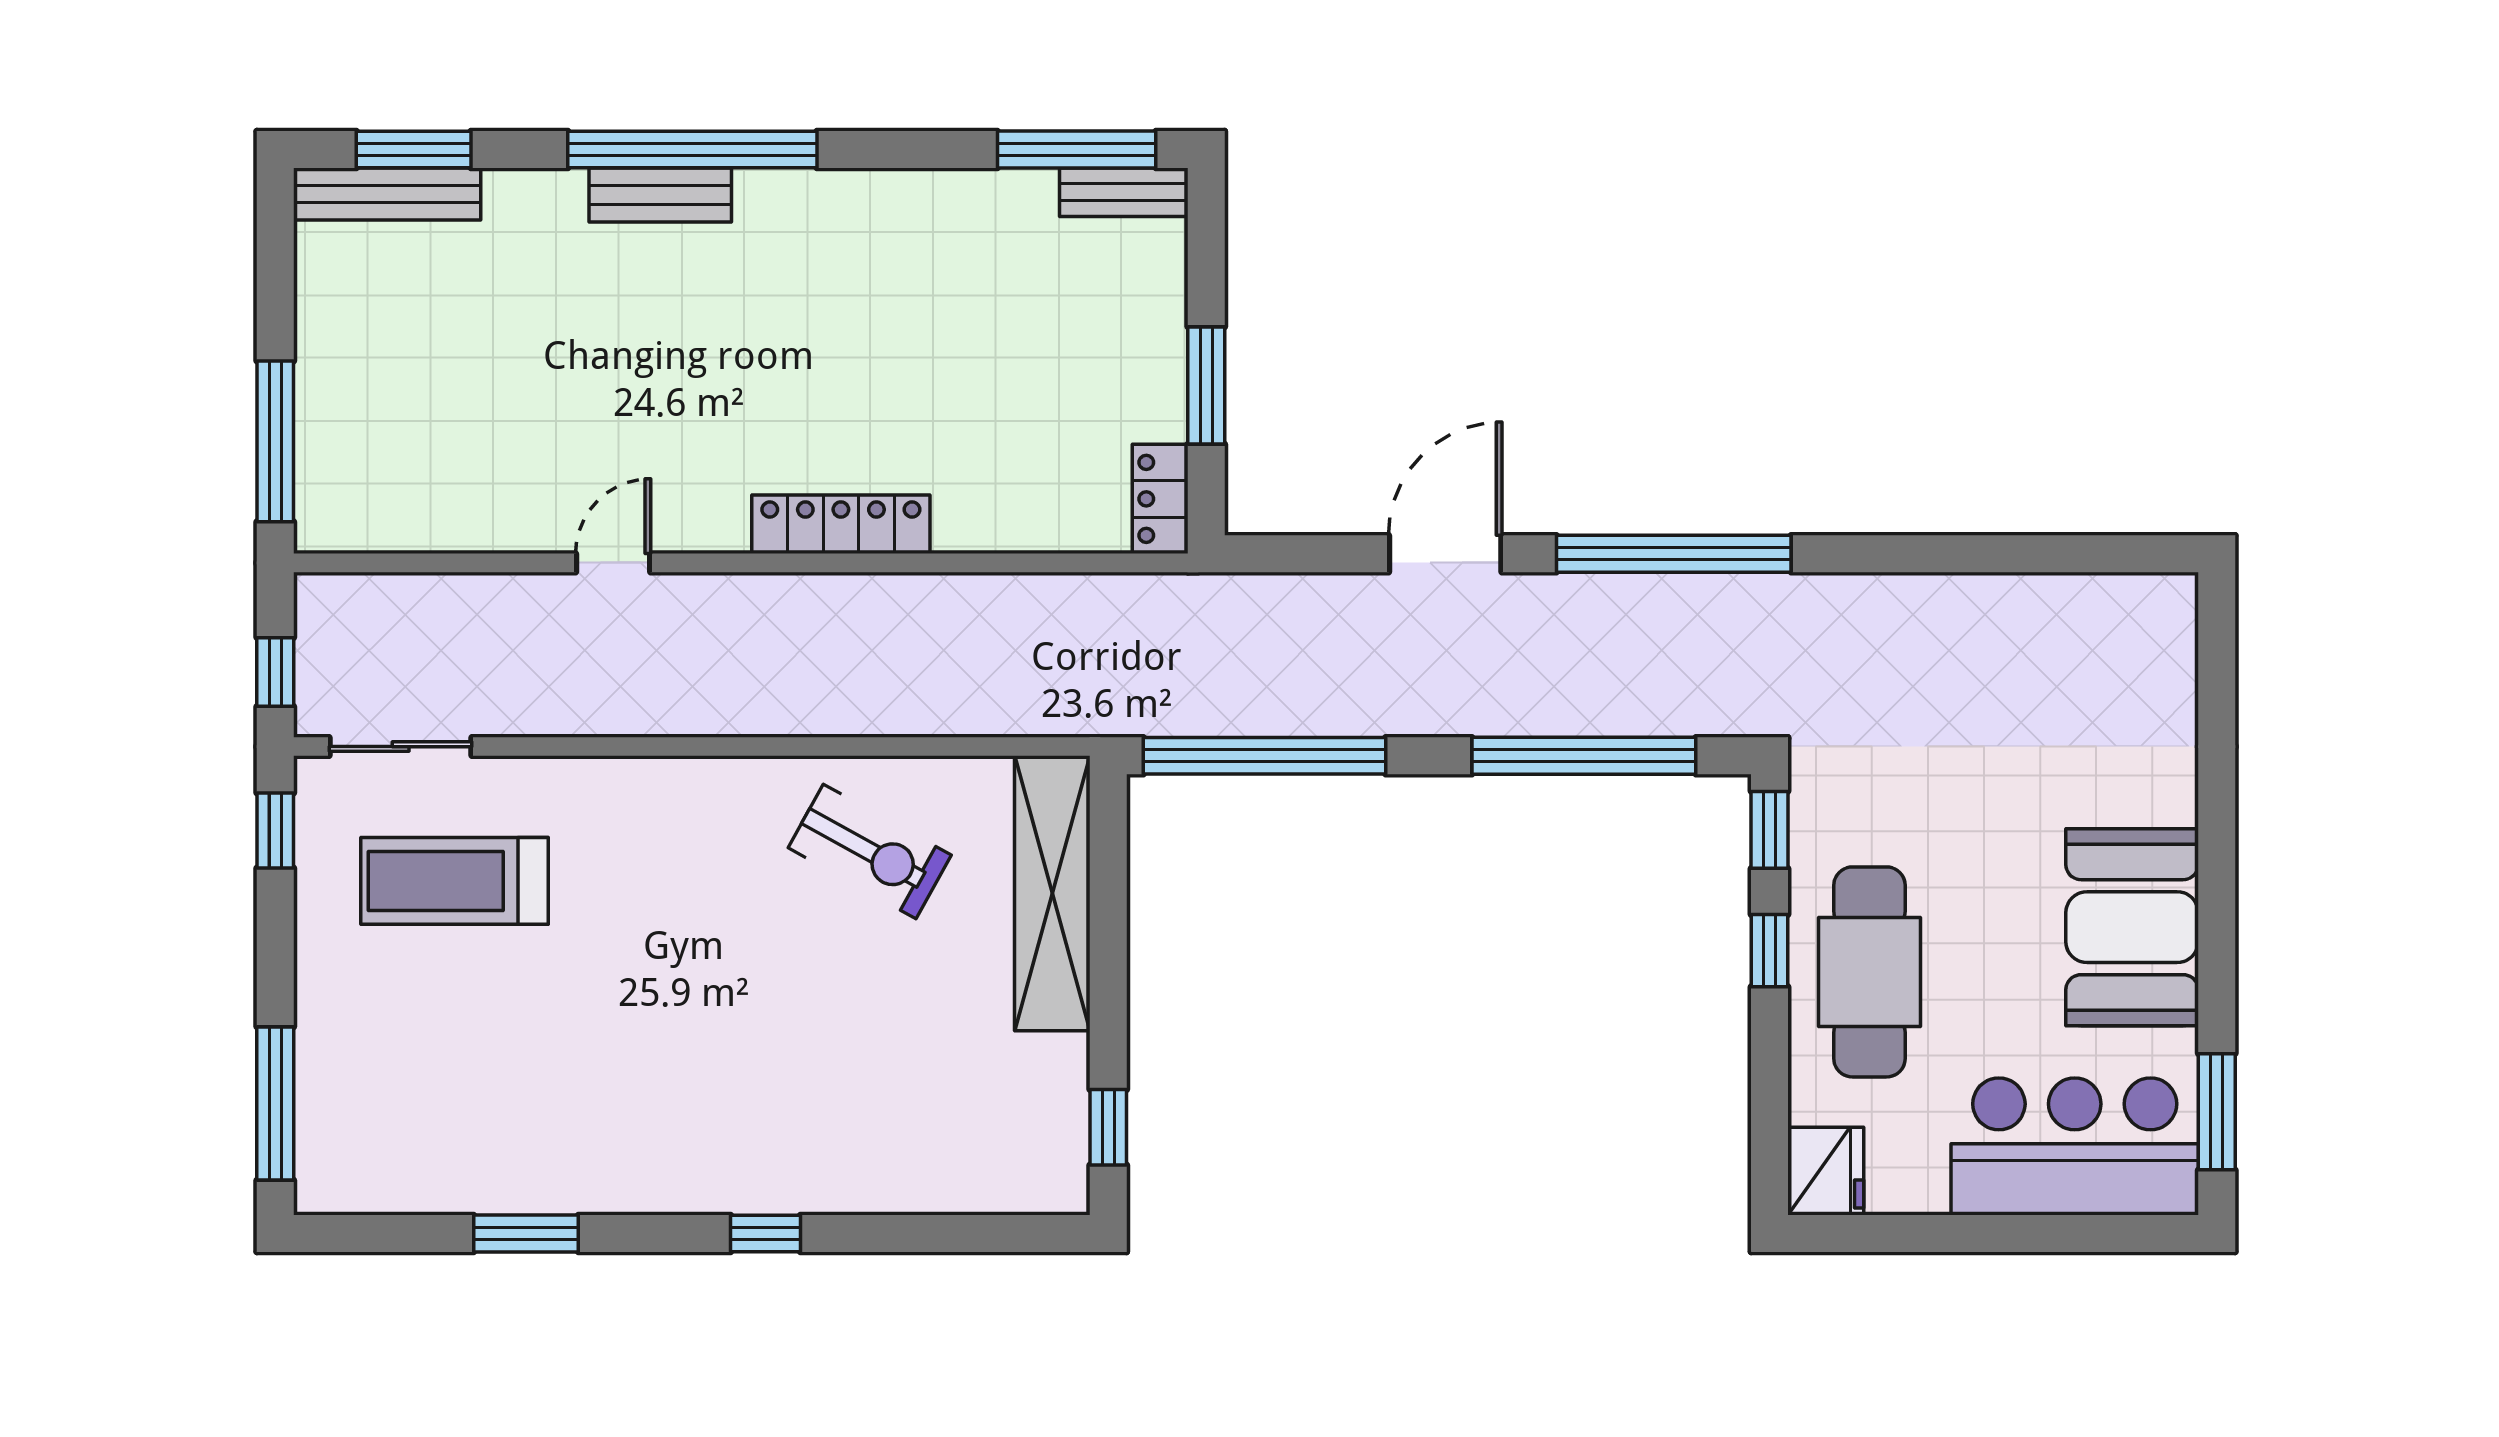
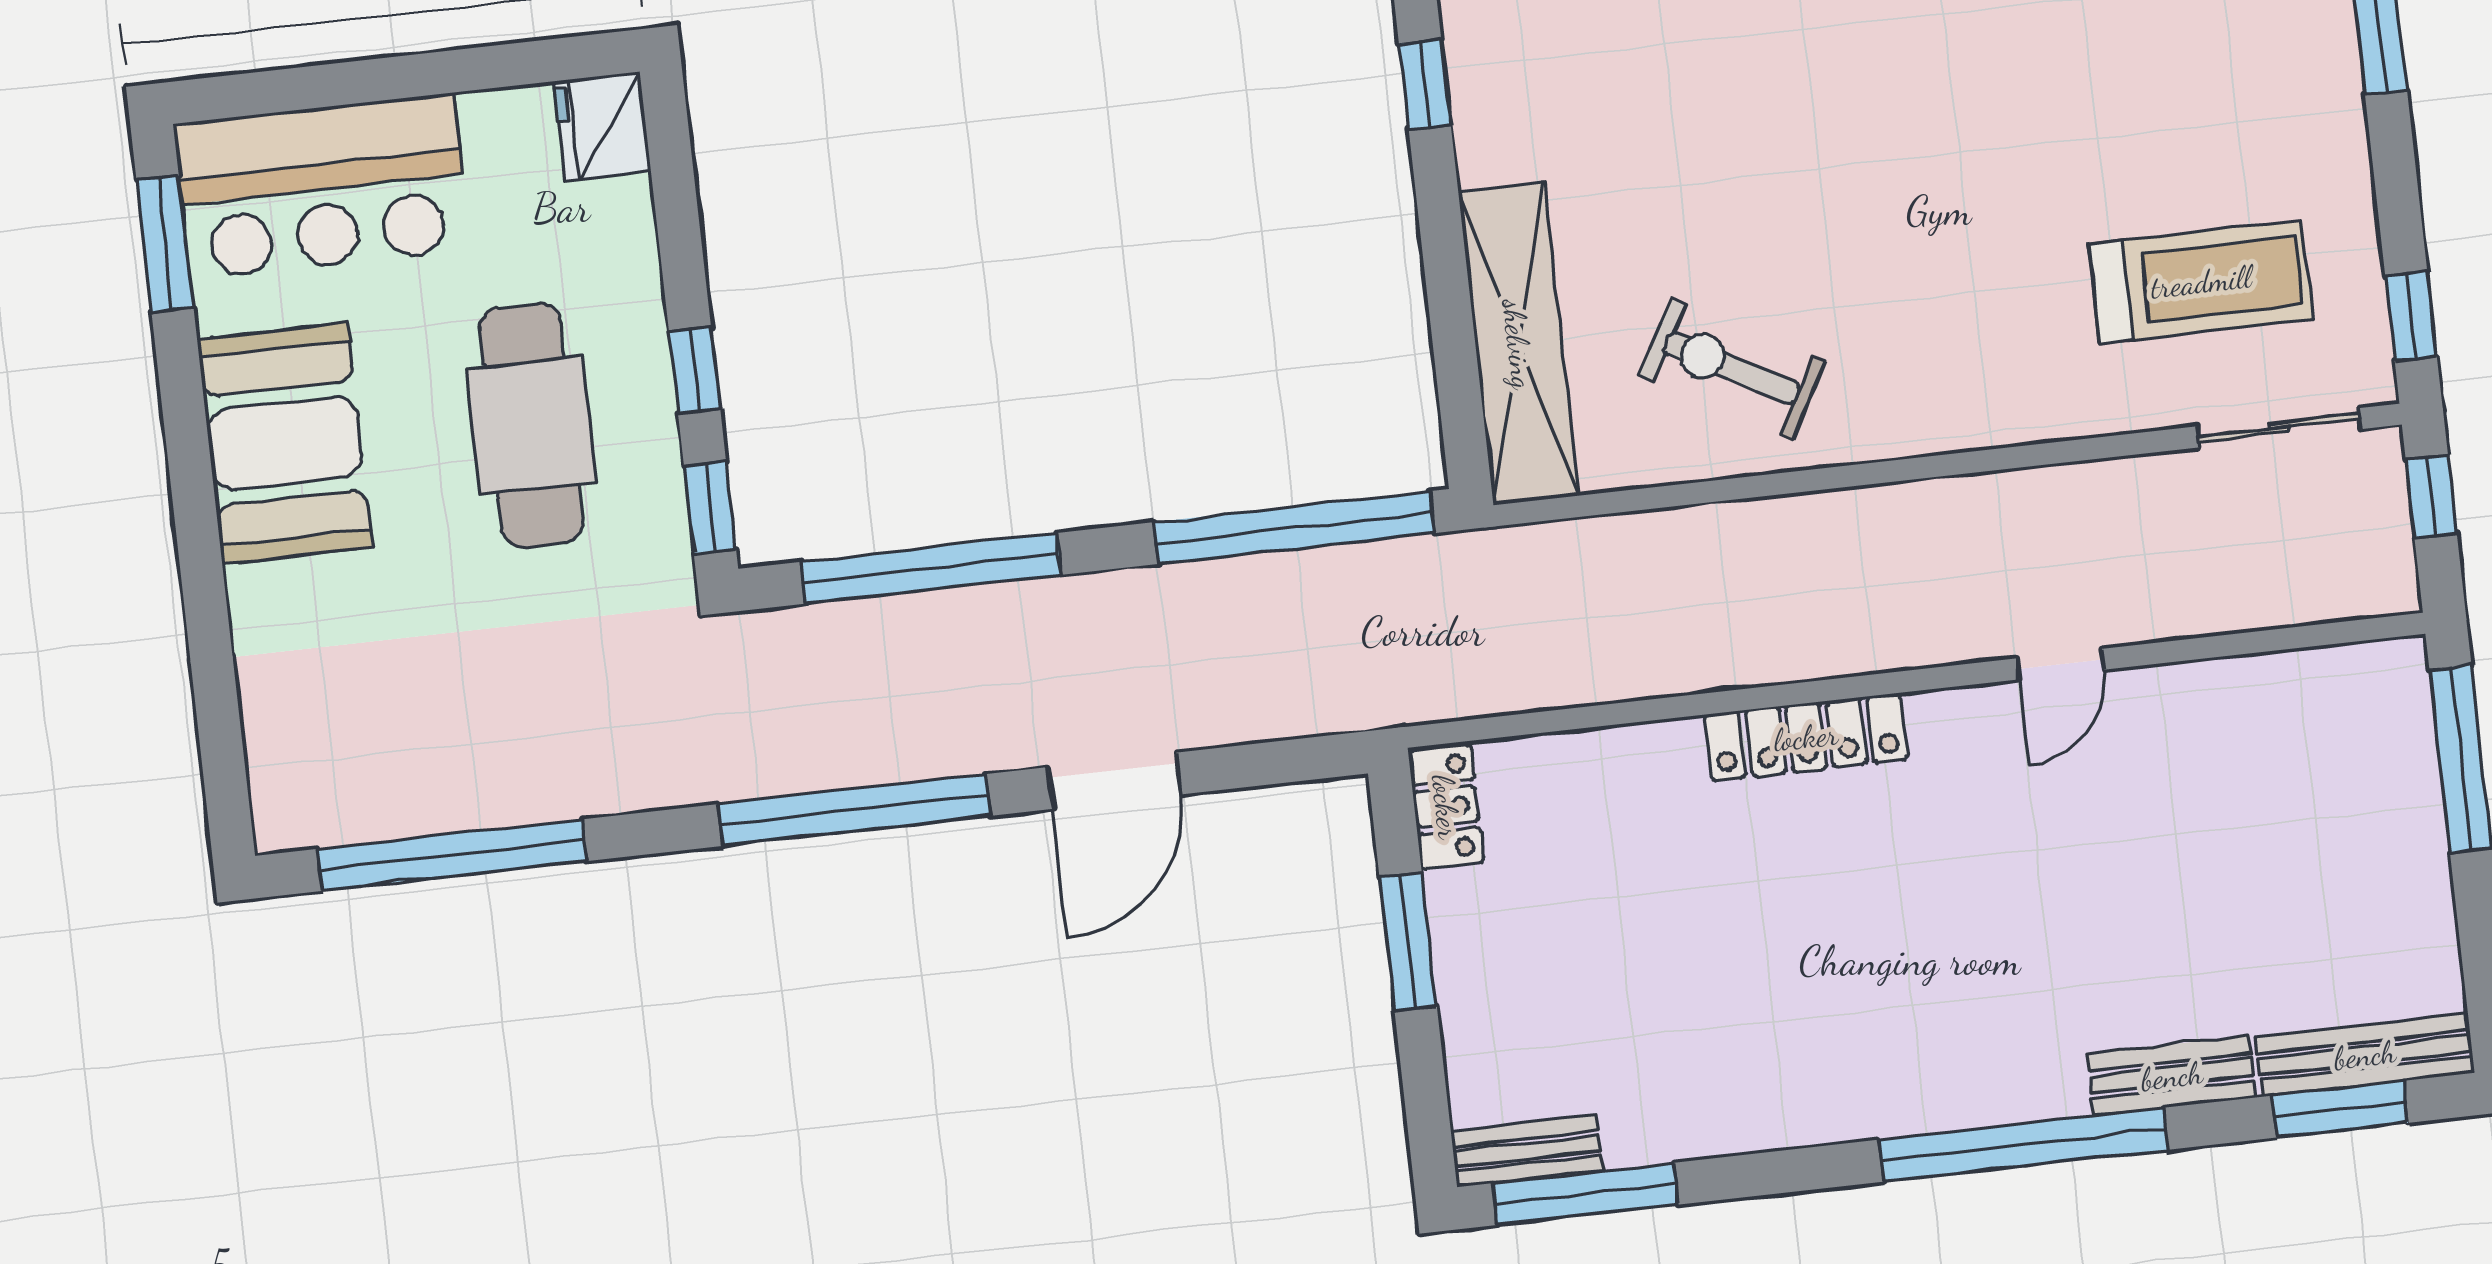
bench: (660, 195) -> (2172, 1076), moved
window: (2027, 554) -> (452, 855), added
cafe table: (1869, 972) -> (531, 425), moved

